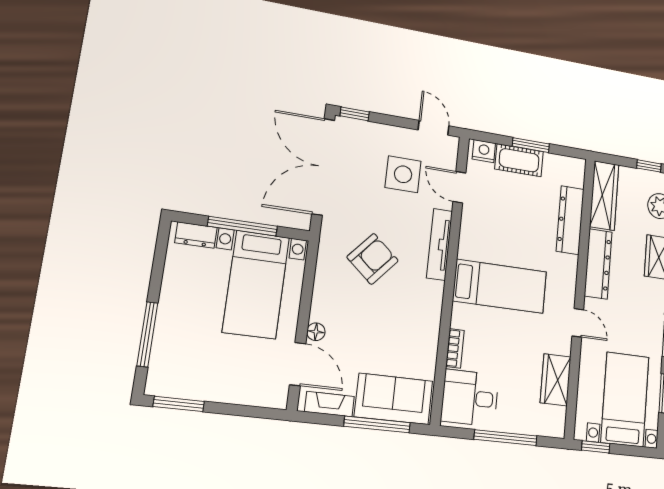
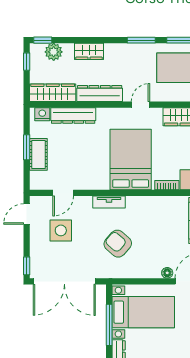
nightstand: (484, 151) -> (42, 114), moved, turned 90
tv unit: (439, 244) -> (109, 202), width x0.71
bed: (500, 286) -> (131, 160), width x1.50

